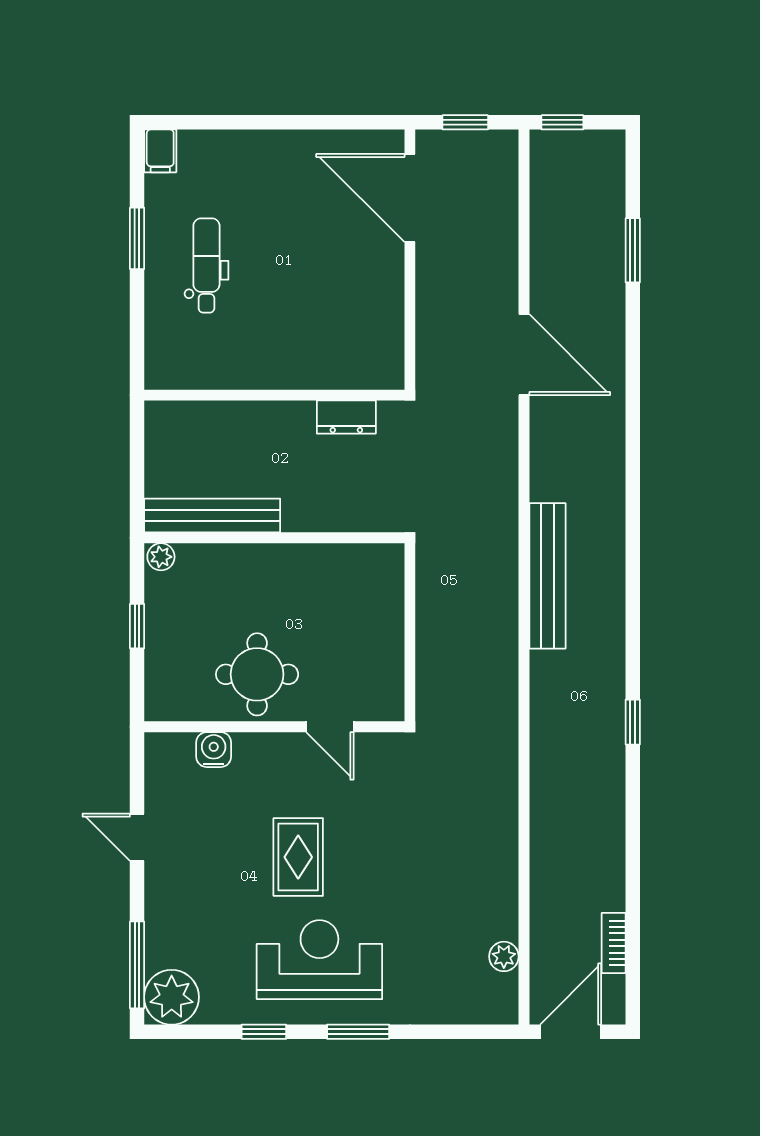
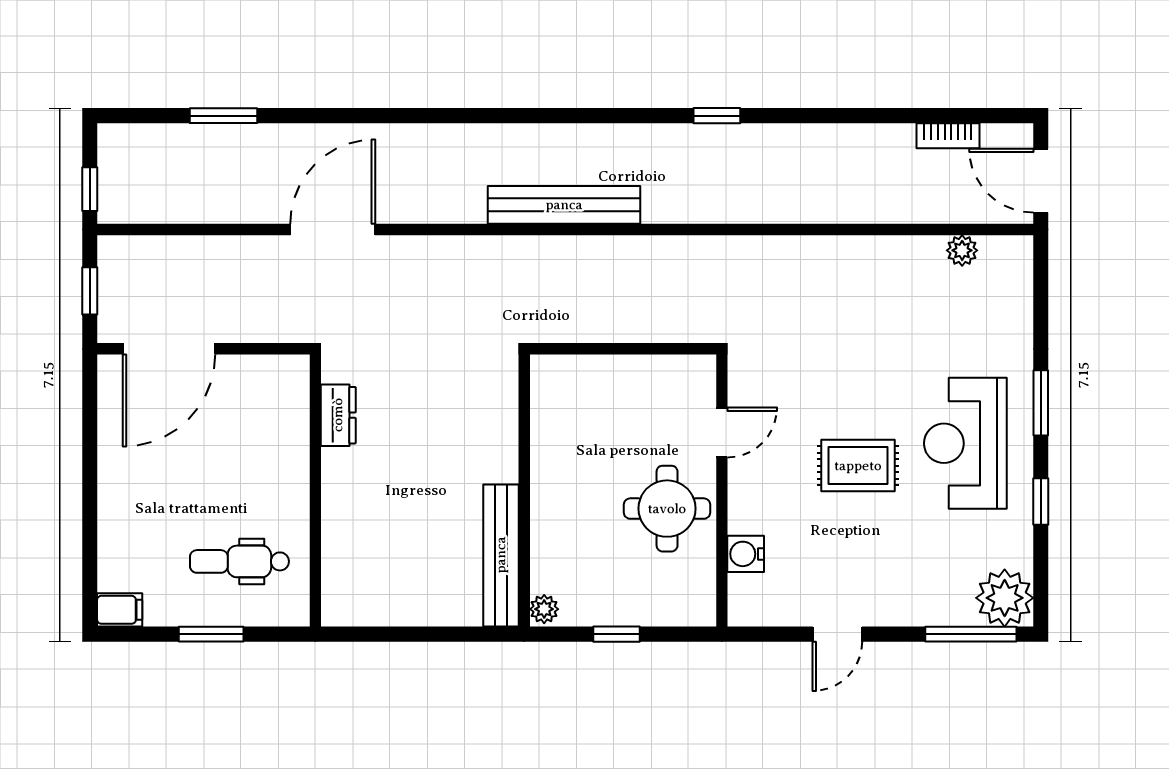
wall: (274, 395) -> (315, 490), moved
dresser: (346, 417) -> (338, 415), moved

